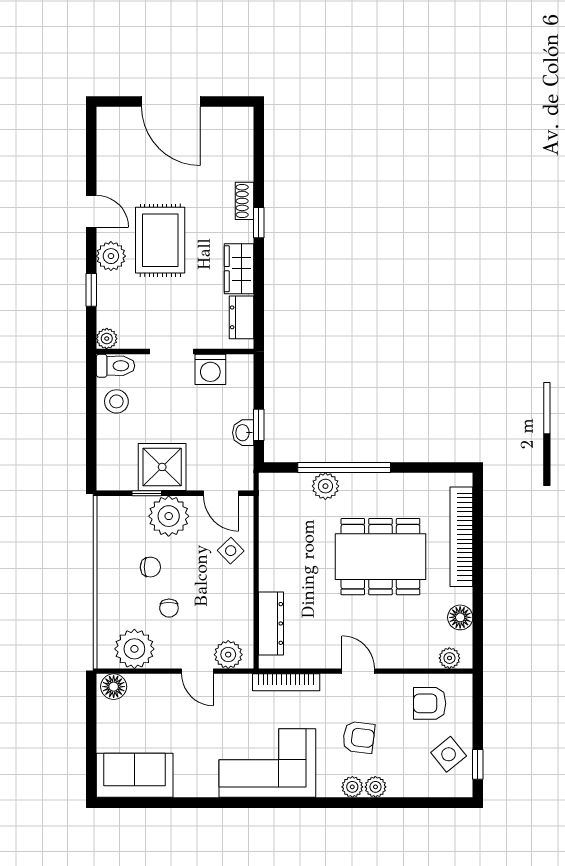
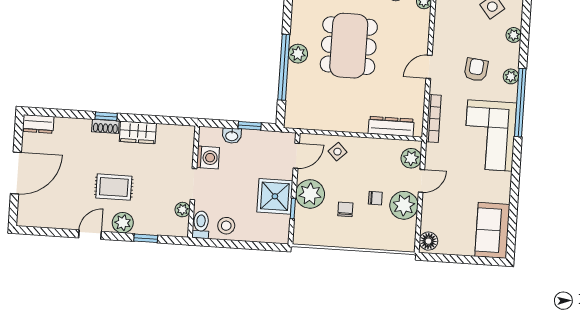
shoe rack: (244, 201) -> (105, 126), moved
rug: (160, 240) -> (114, 187), width x0.73, depth x0.70
dresser: (242, 317) -> (38, 124), moved
plant: (107, 339) -> (182, 210), moved
washbasin: (243, 433) -> (232, 136), moved
plant: (325, 486) -> (298, 54), moved
plant: (134, 649) -> (404, 205), moved
armchair: (430, 703) -> (455, 18), removed
plant: (375, 787) -> (514, 35), moved
window: (316, 803) -> (520, 103), added

